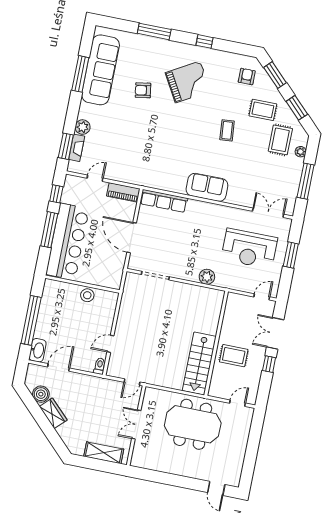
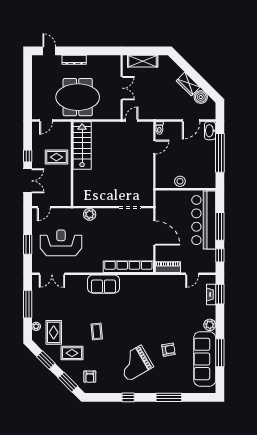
plant: (83, 127) -> (210, 325), moved
row of seats: (164, 201) -> (128, 267), width x1.36
dresser: (188, 471) -> (74, 60), added

